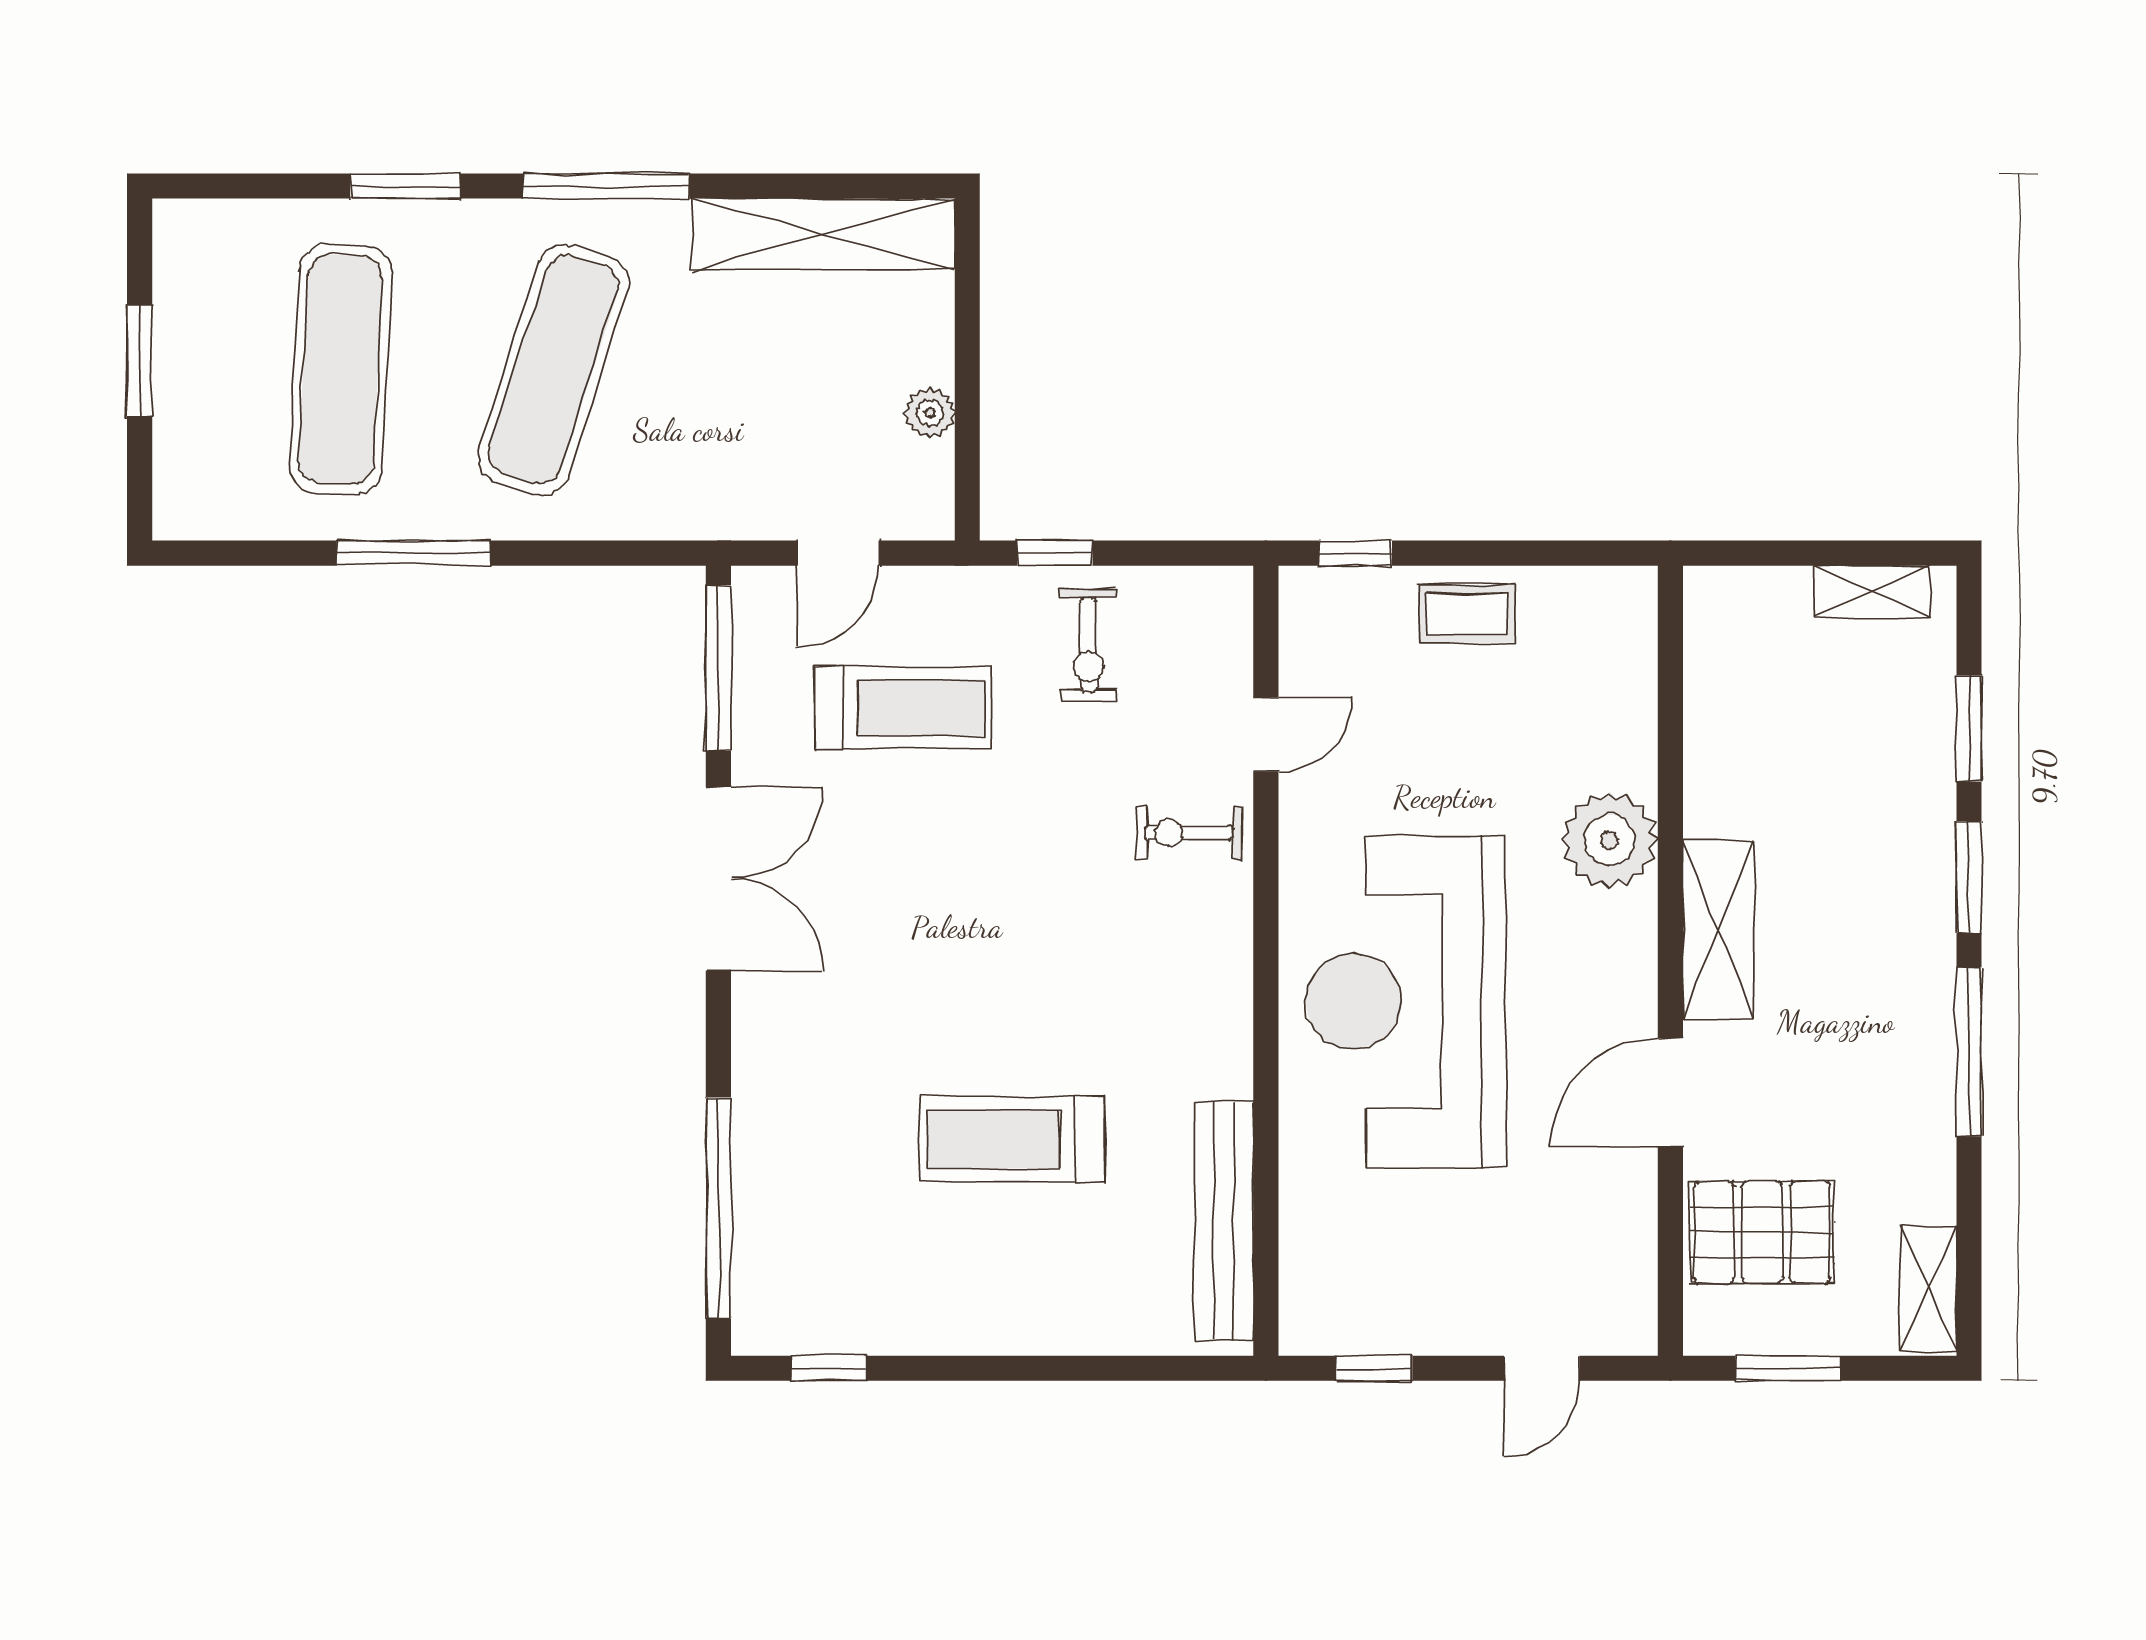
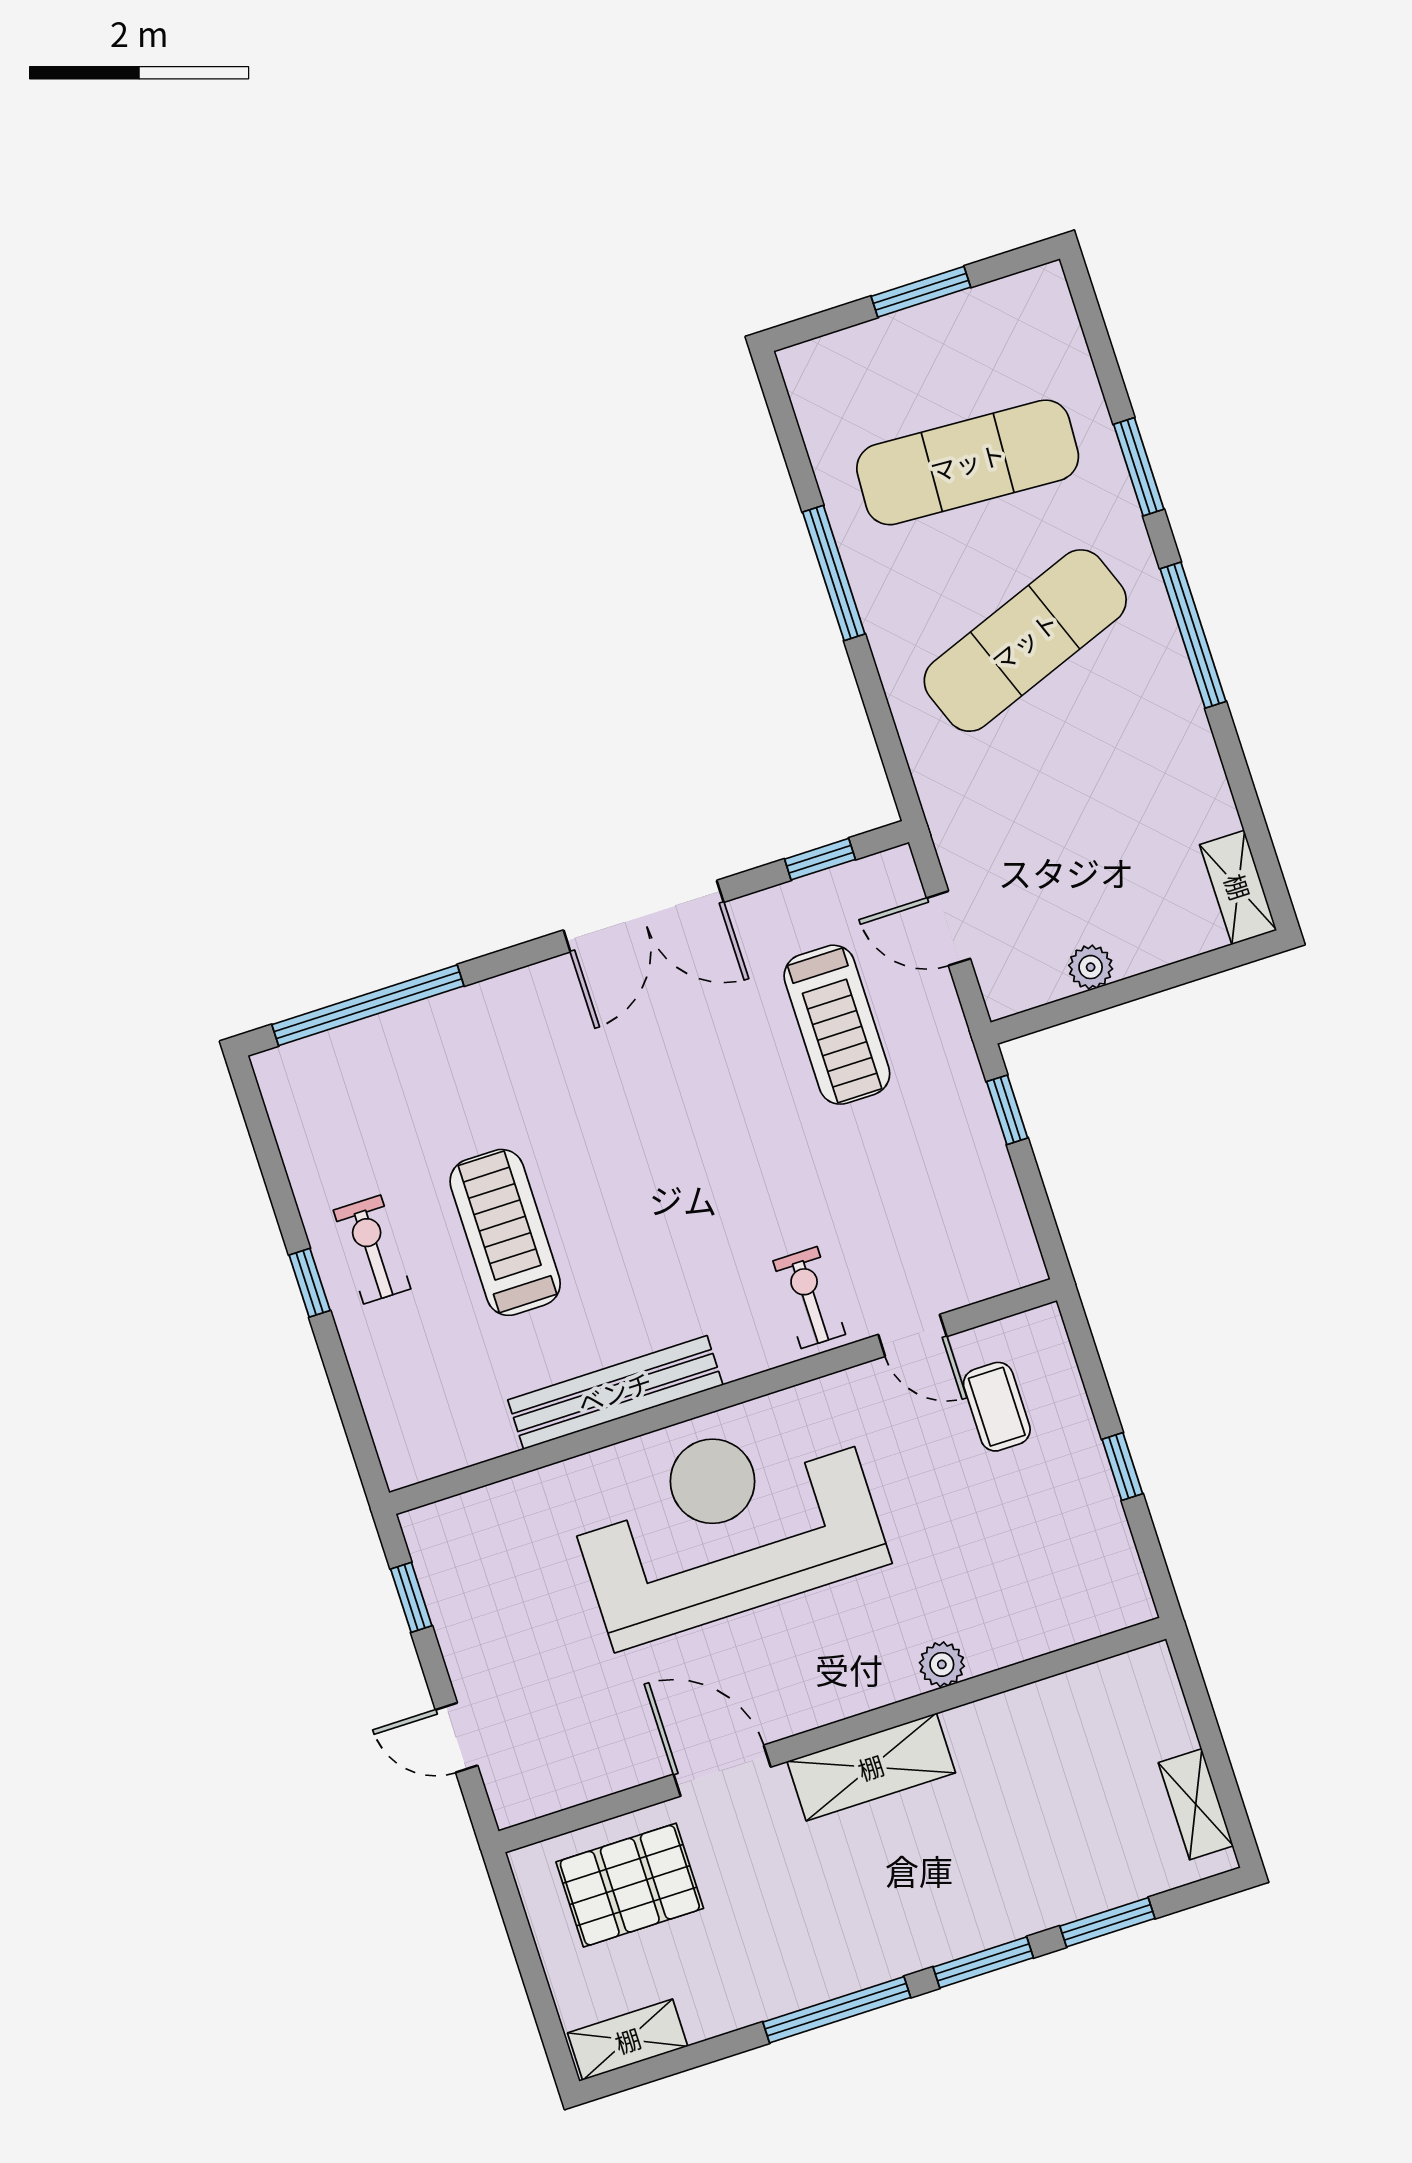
shelving: (823, 234) -> (1238, 887), width x0.45, depth x0.75
exercise mat: (553, 370) -> (1025, 641), turned -39
window: (1355, 553) -> (1122, 1466), moved
coffee table: (1466, 614) -> (997, 1407), moved
exercise bike: (1089, 645) -> (372, 1250), moved, turned 90
window: (718, 668) -> (820, 859), width x0.46
plant: (1610, 840) -> (942, 1664), width x0.53, depth x0.53
bench: (1224, 1221) -> (615, 1392), moved
pallet: (1762, 1232) -> (630, 1885), turned 90
window: (828, 1368) -> (310, 1283), moved
window: (1788, 1368) -> (523, 1944), removed

